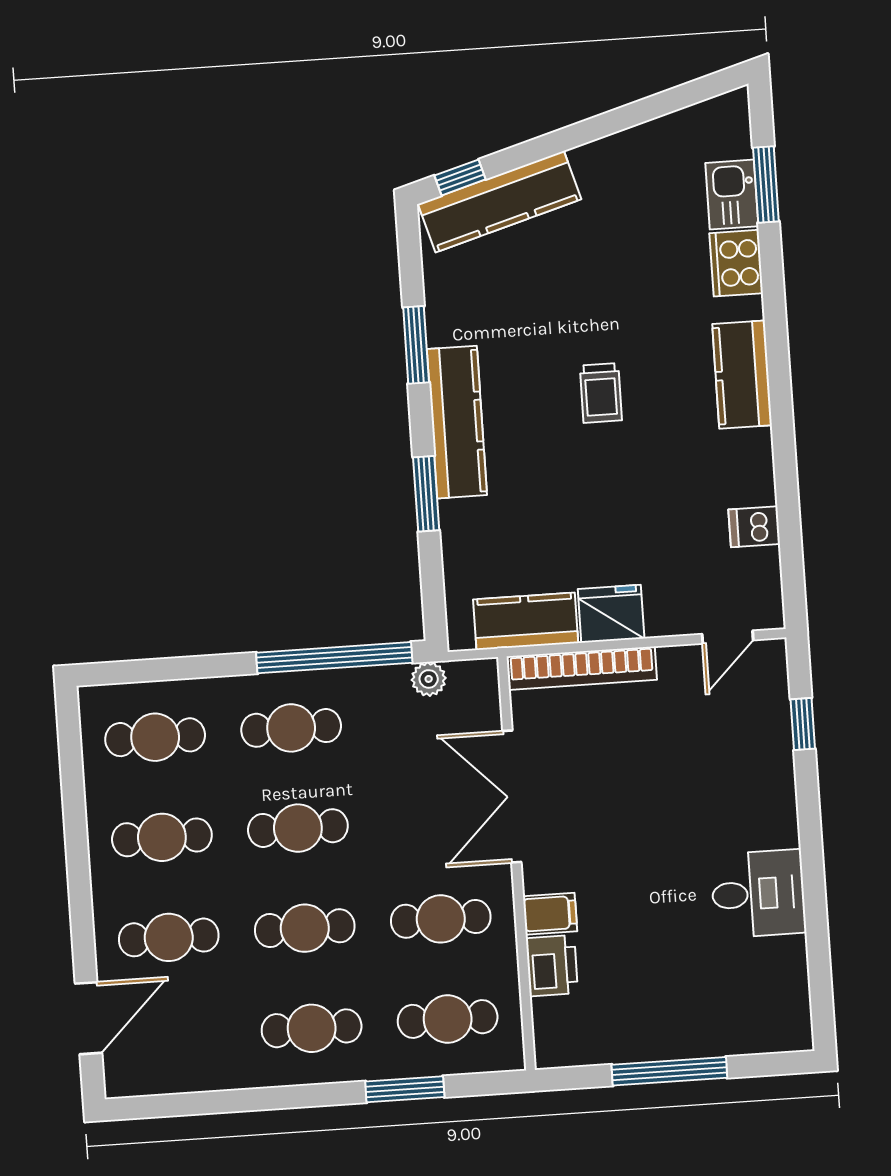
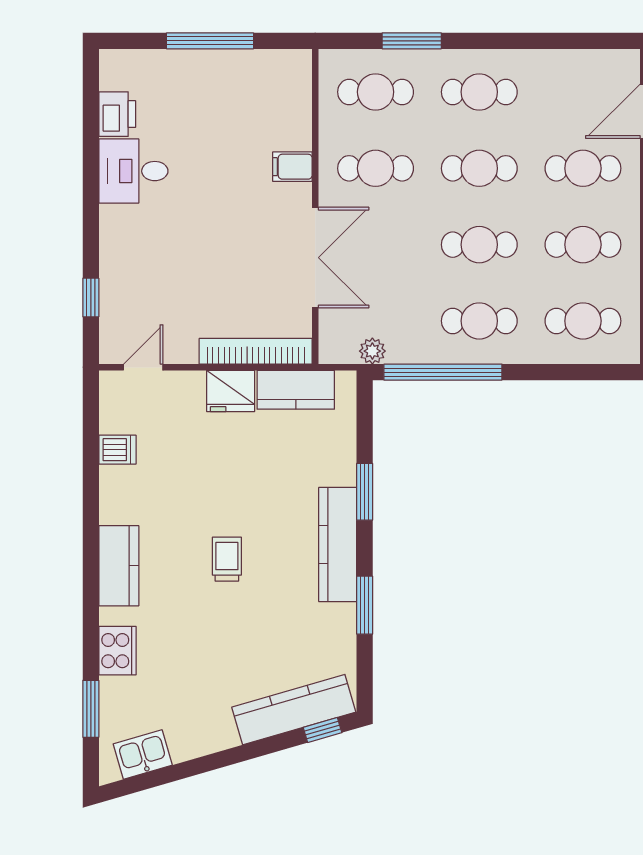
kitchen sink: (732, 195) -> (143, 755), moved, turned -106
printer: (552, 966) -> (117, 114), moved, turned 180

